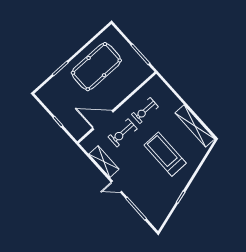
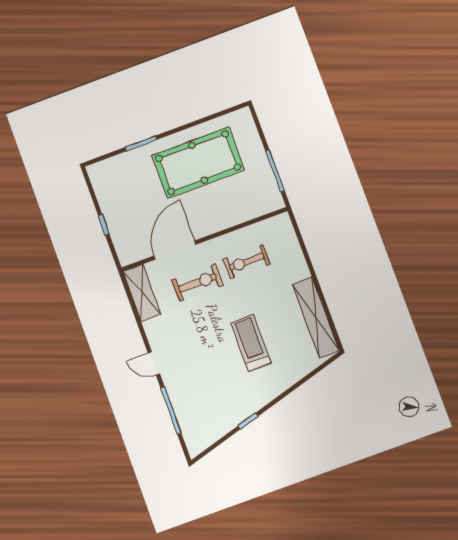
door: (103, 120) -> (175, 250), hinge flipped
exercise bike: (123, 133) -> (198, 283), turned 180
treadmill: (165, 154) -> (251, 343), width x0.73, depth x0.73
shelving: (104, 162) -> (142, 293), moved

